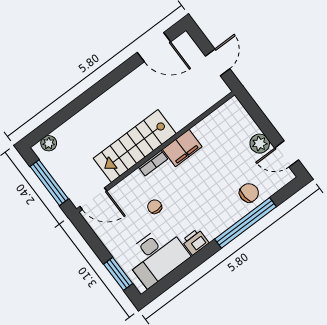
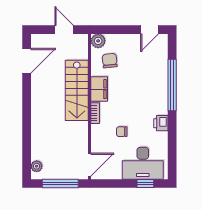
plant: (260, 144) -> (98, 41), moved
stairs: (135, 146) -> (77, 90), moved
chair: (249, 193) -> (110, 61), moved
desk: (156, 256) -> (143, 163), moved, turned 90
window: (118, 274) -> (145, 183), width x0.67

